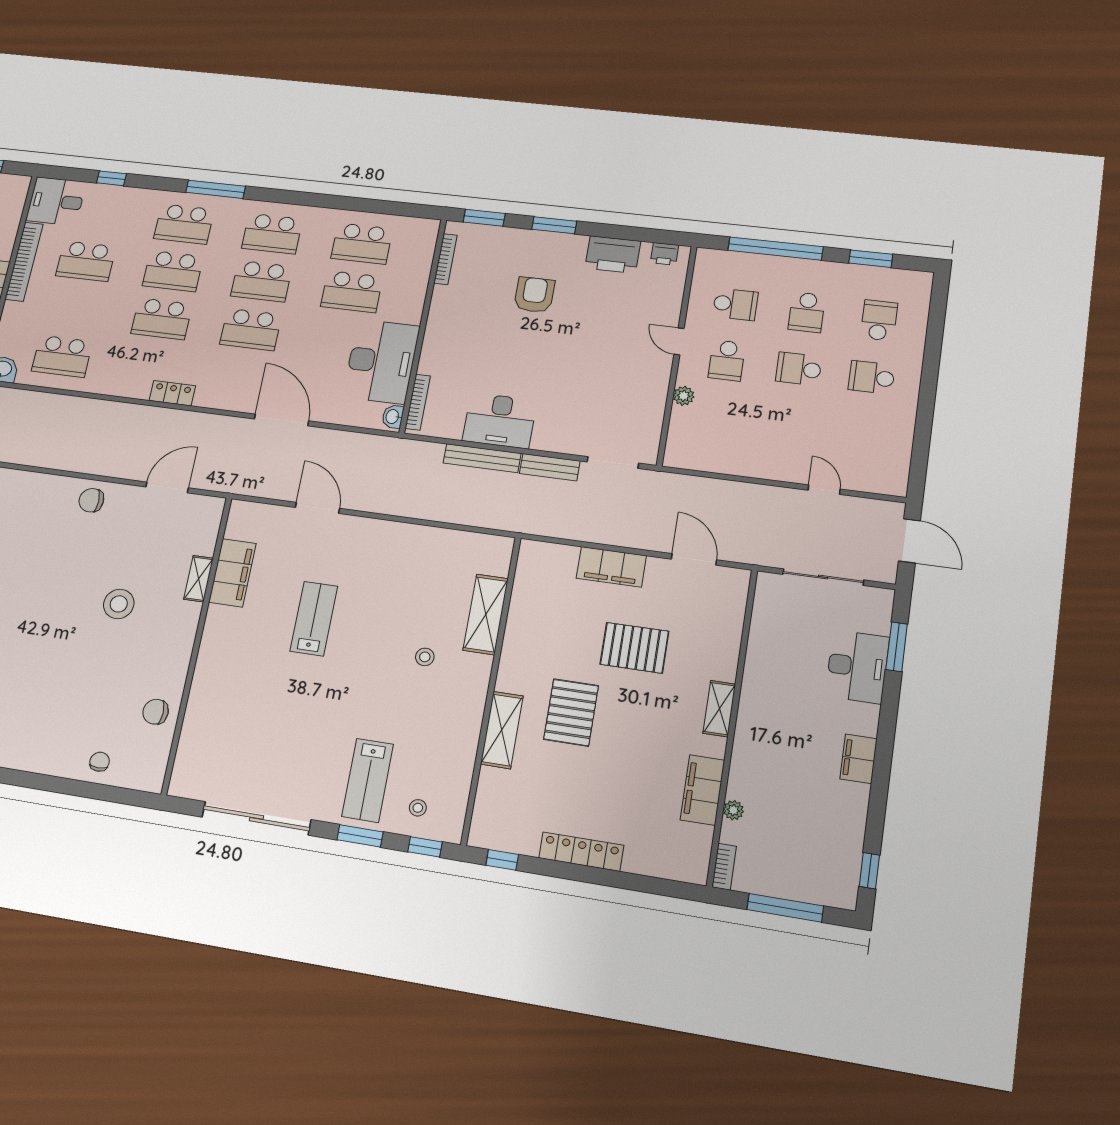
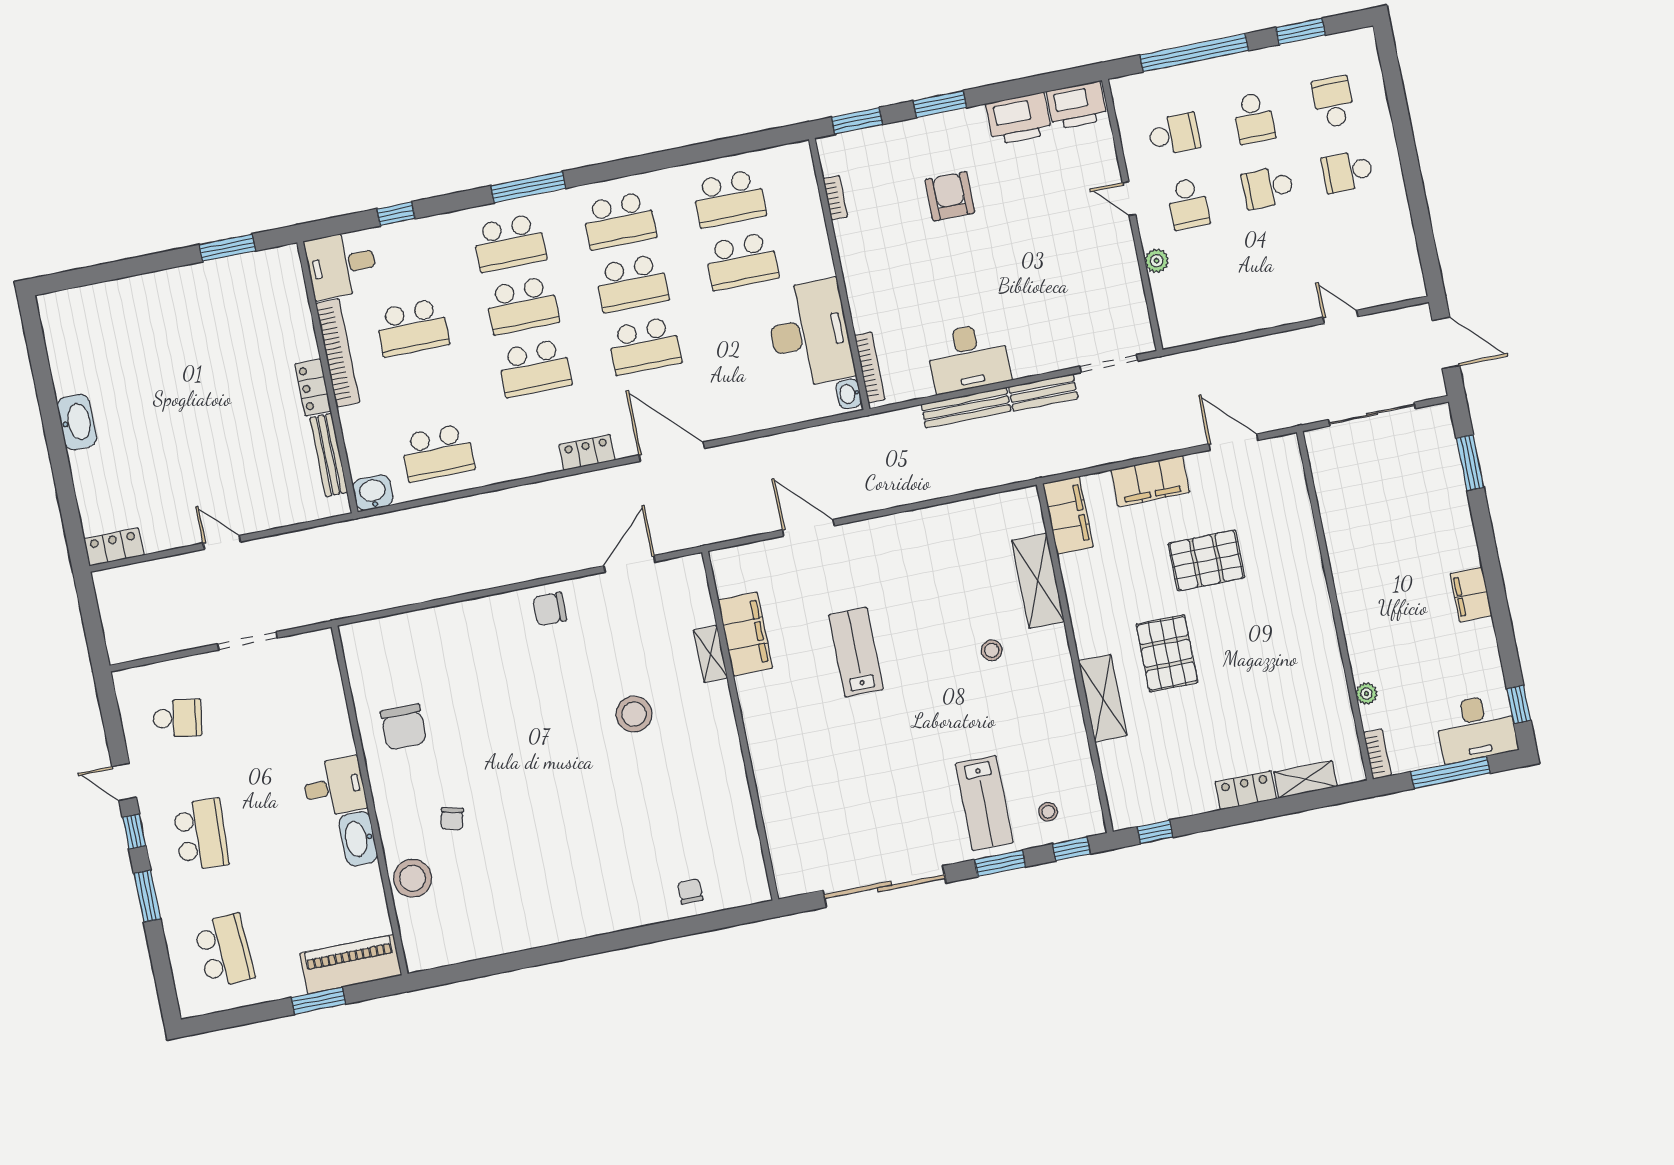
printer: (664, 254) -> (1077, 105), width x1.87, depth x1.48
bookcase: (445, 259) -> (835, 198), width x0.64
door: (281, 420) -> (672, 452), moved
desk: (857, 667) -> (1476, 728), moved, turned 90
shelving: (719, 709) -> (1305, 779), moved, turned 90
chair: (156, 712) -> (727, 816), removed
filing cabinet: (702, 790) -> (1068, 515), moved, turned 180
locker: (581, 852) -> (1246, 790), width x0.66

